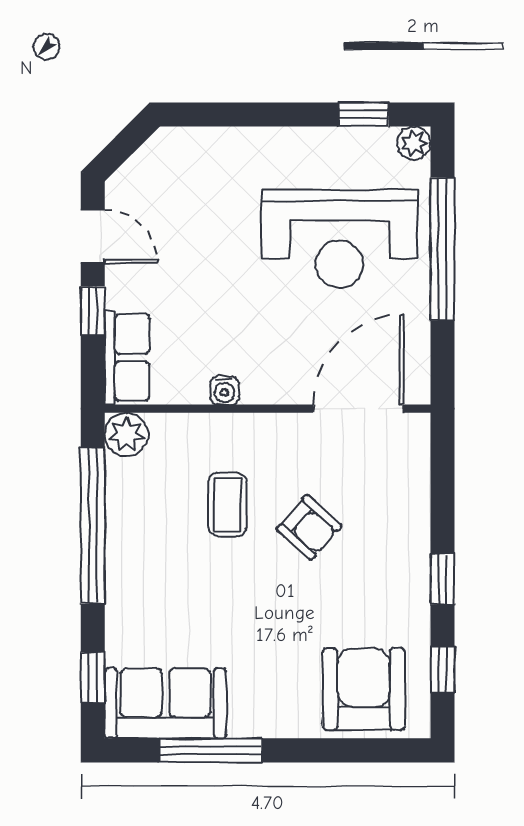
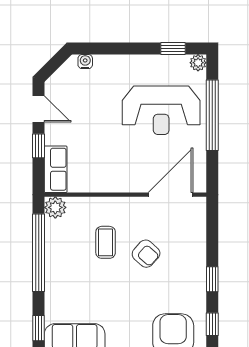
water cooler: (224, 390) -> (85, 62), moved, turned 180

